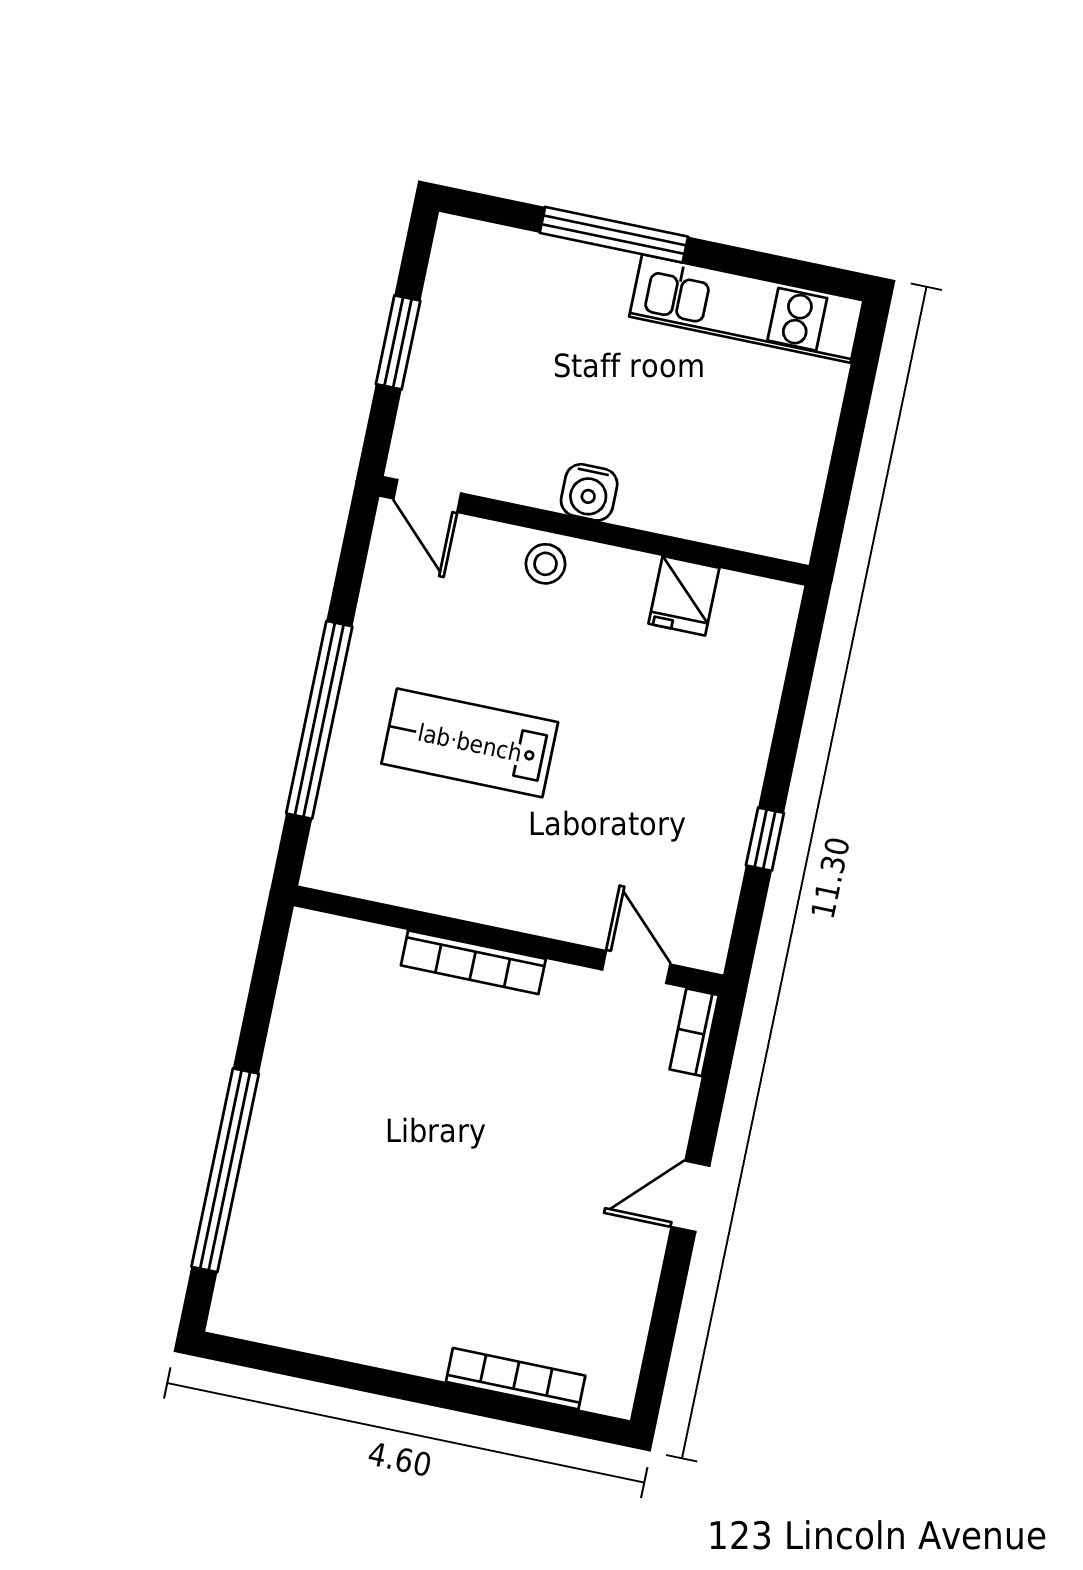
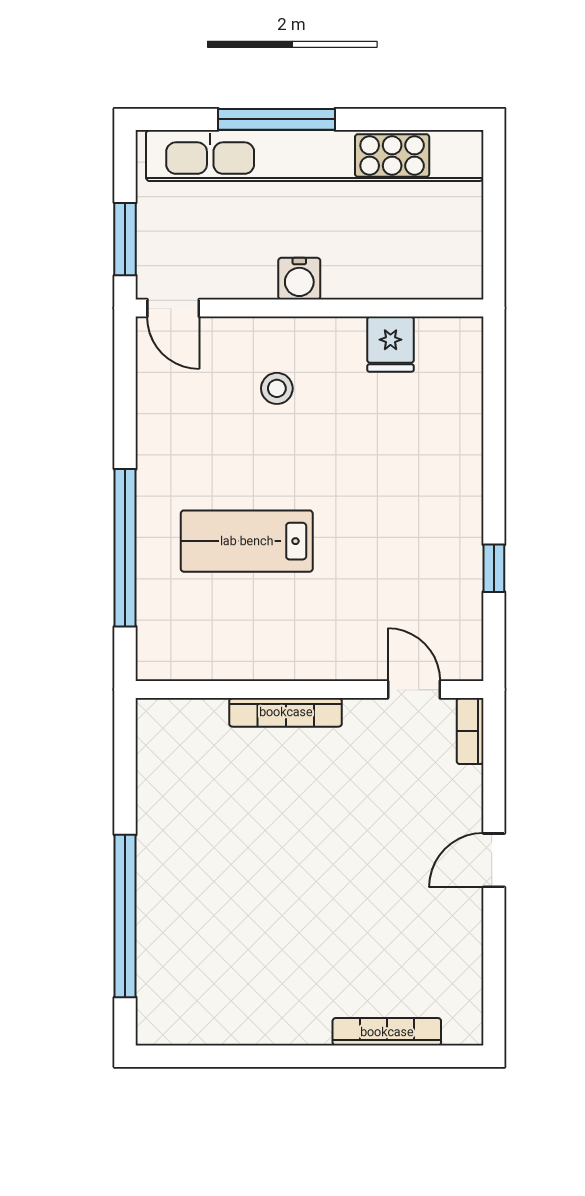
kitchen unit: (746, 309) -> (315, 156), width x1.86
water cooler: (589, 492) -> (299, 279), moved
door: (427, 496) -> (173, 308), moved
wall: (594, 531) -> (309, 308), moved
fridge: (684, 596) -> (390, 344), moved

